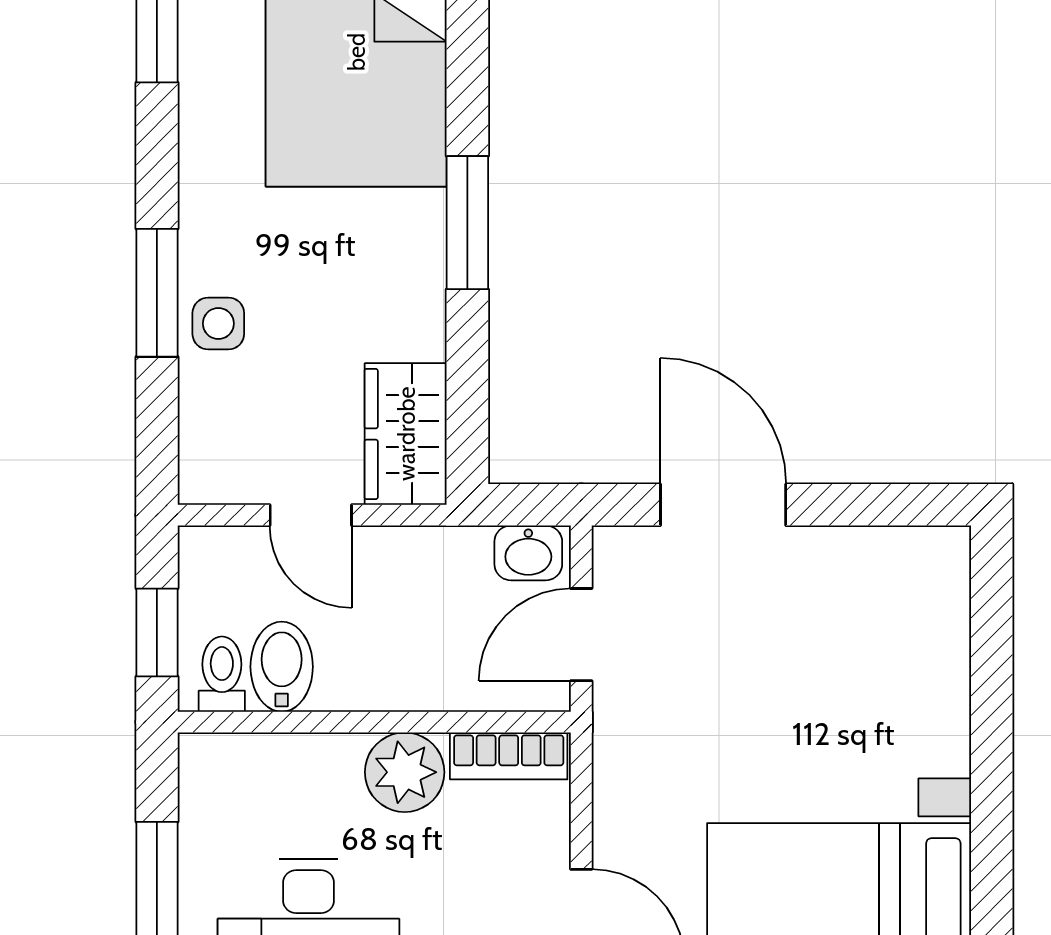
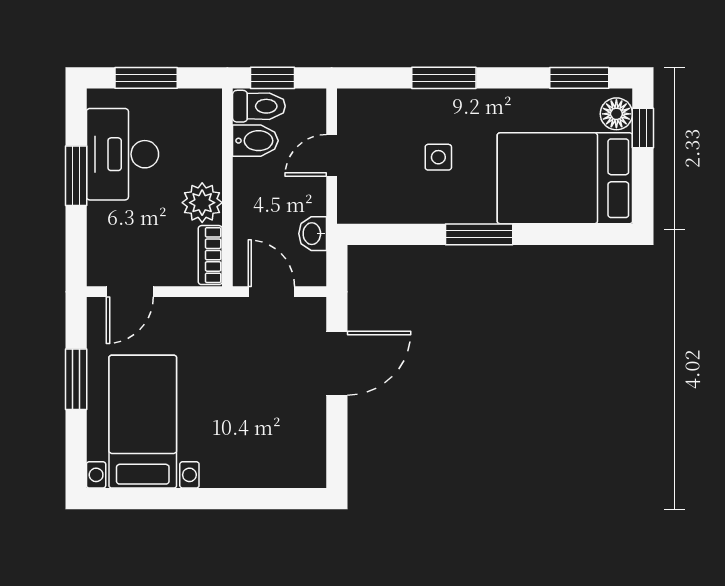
side table: (218, 323) -> (438, 157), moved
wardrobe: (406, 434) -> (373, 203), removed
washbasin: (528, 553) -> (313, 234), moved
toilet: (222, 674) -> (259, 106), width x1.37, depth x1.39

